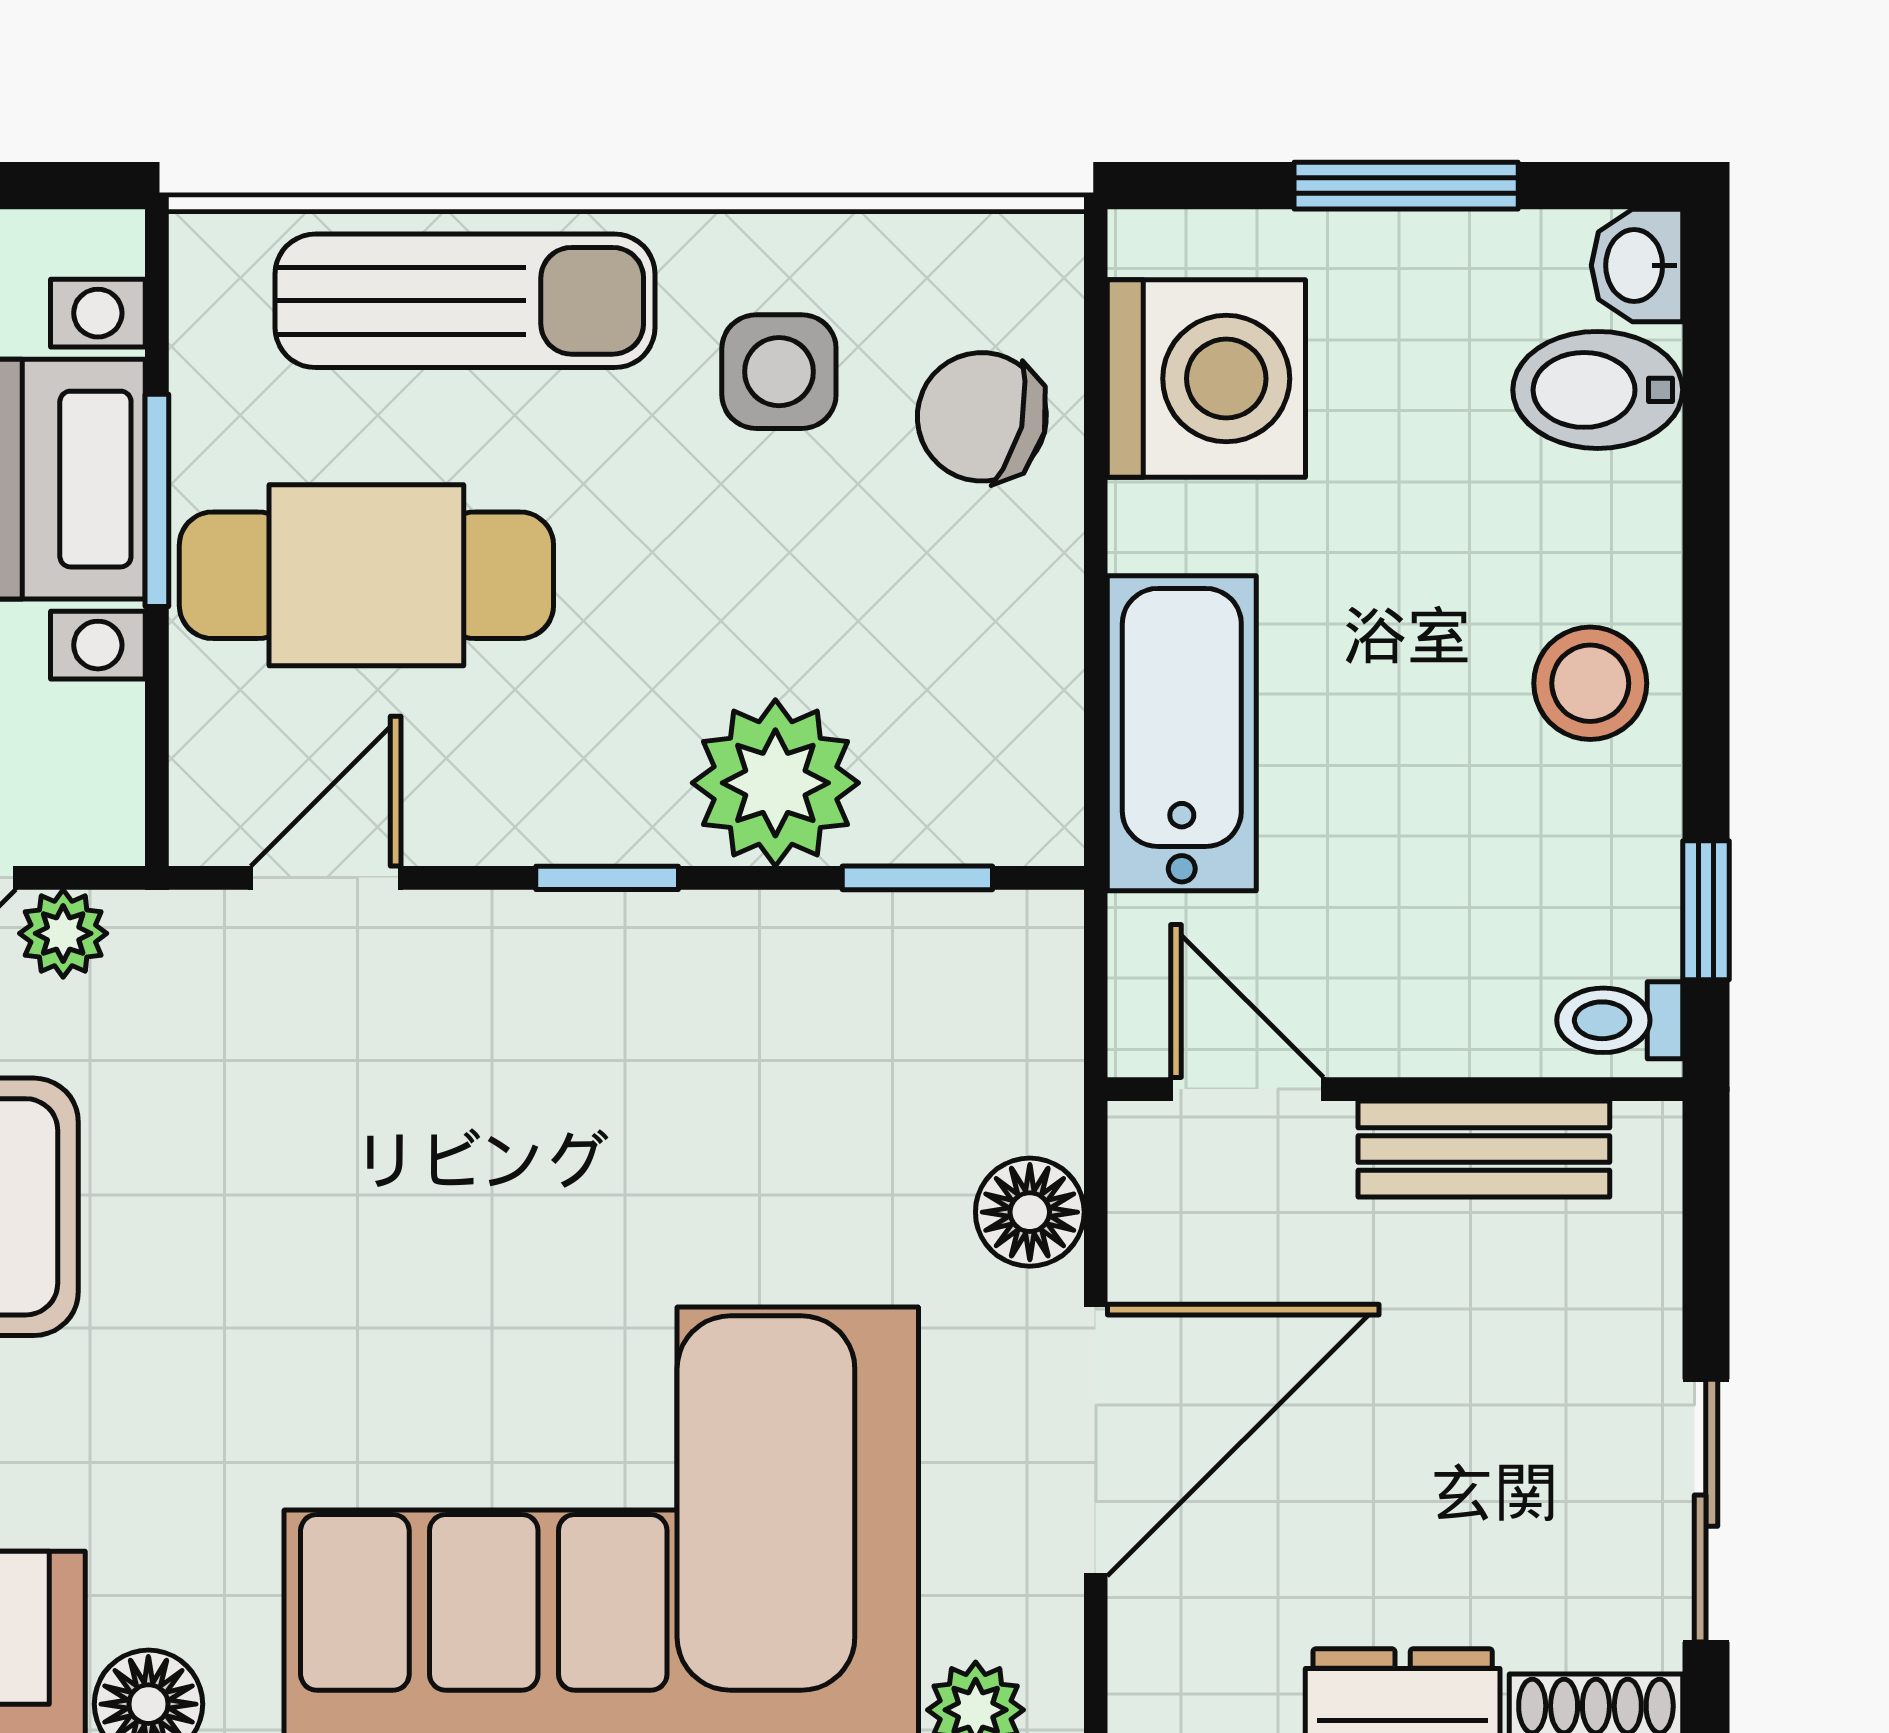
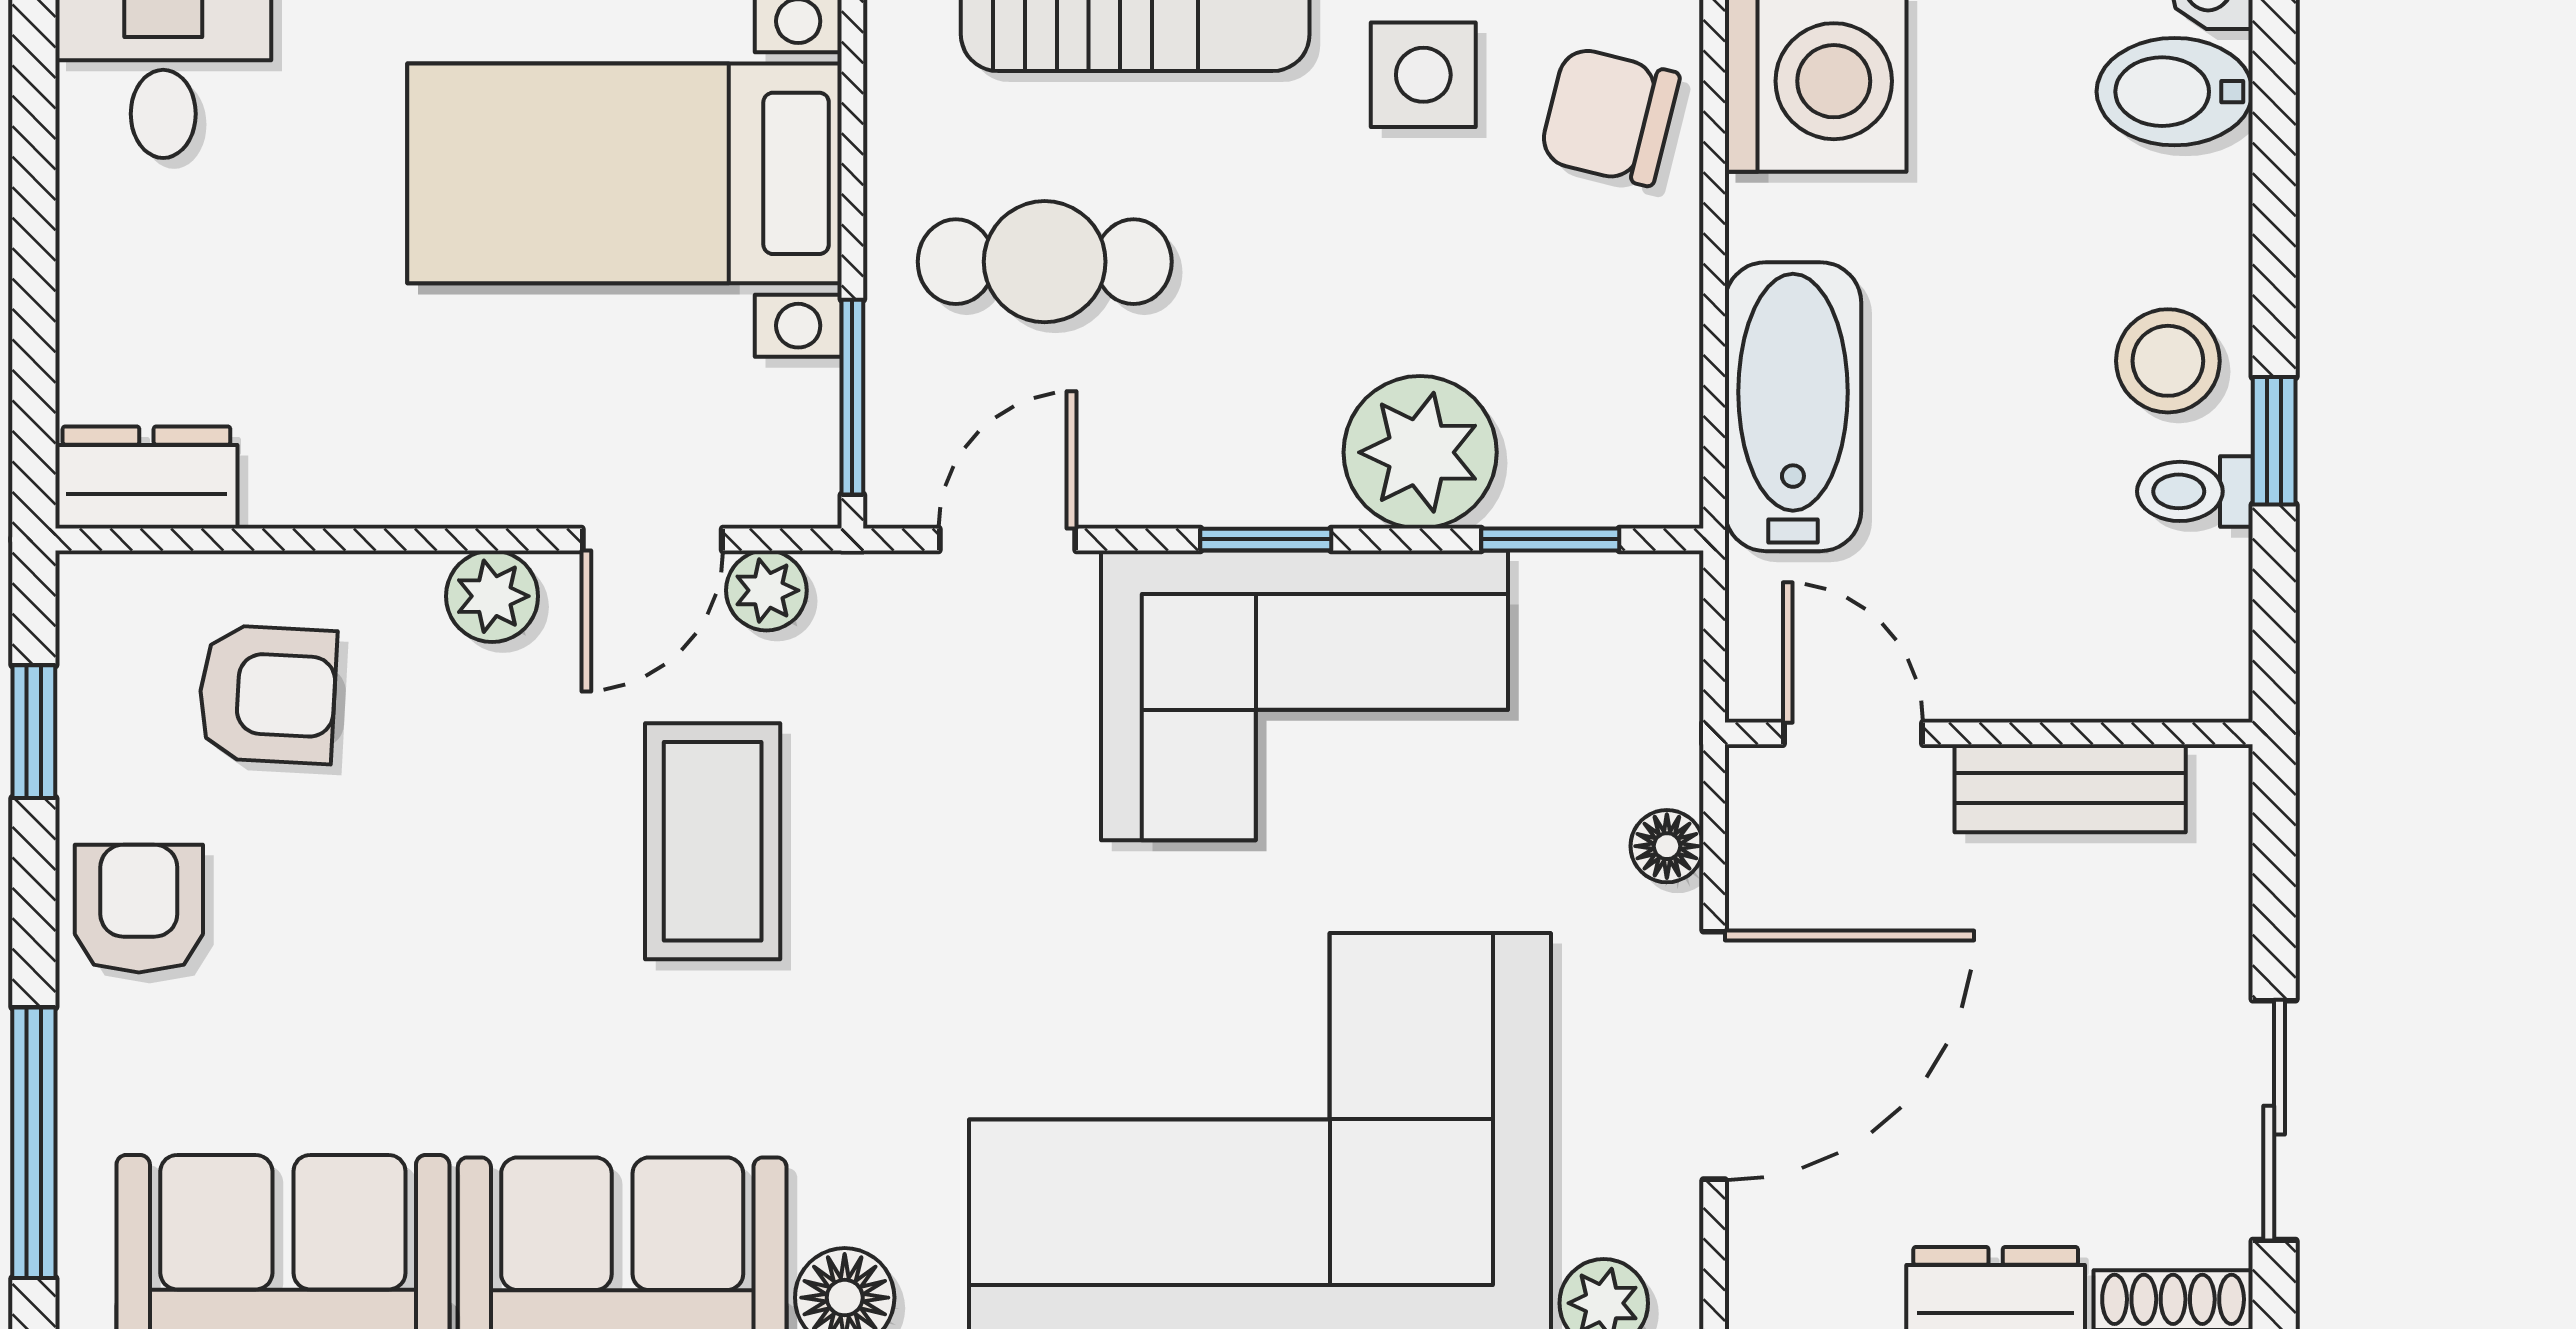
window: (157, 500) -> (852, 397), moved
cafe table: (366, 575) -> (1045, 262), width x0.73, depth x0.74
window: (1706, 910) -> (2274, 441), moved
toilet: (1620, 1020) -> (2195, 491), moved
corner sofa: (649, 1048) -> (1304, 695), added
floor lamp: (1030, 1212) -> (1667, 846), width x0.73, depth x0.73

